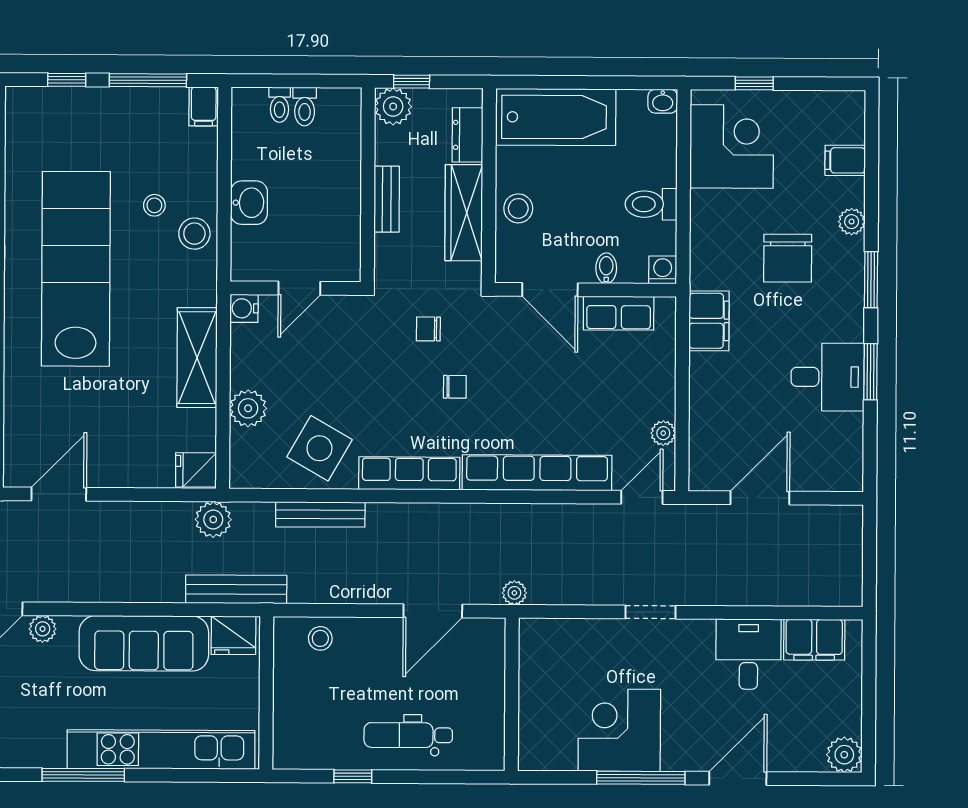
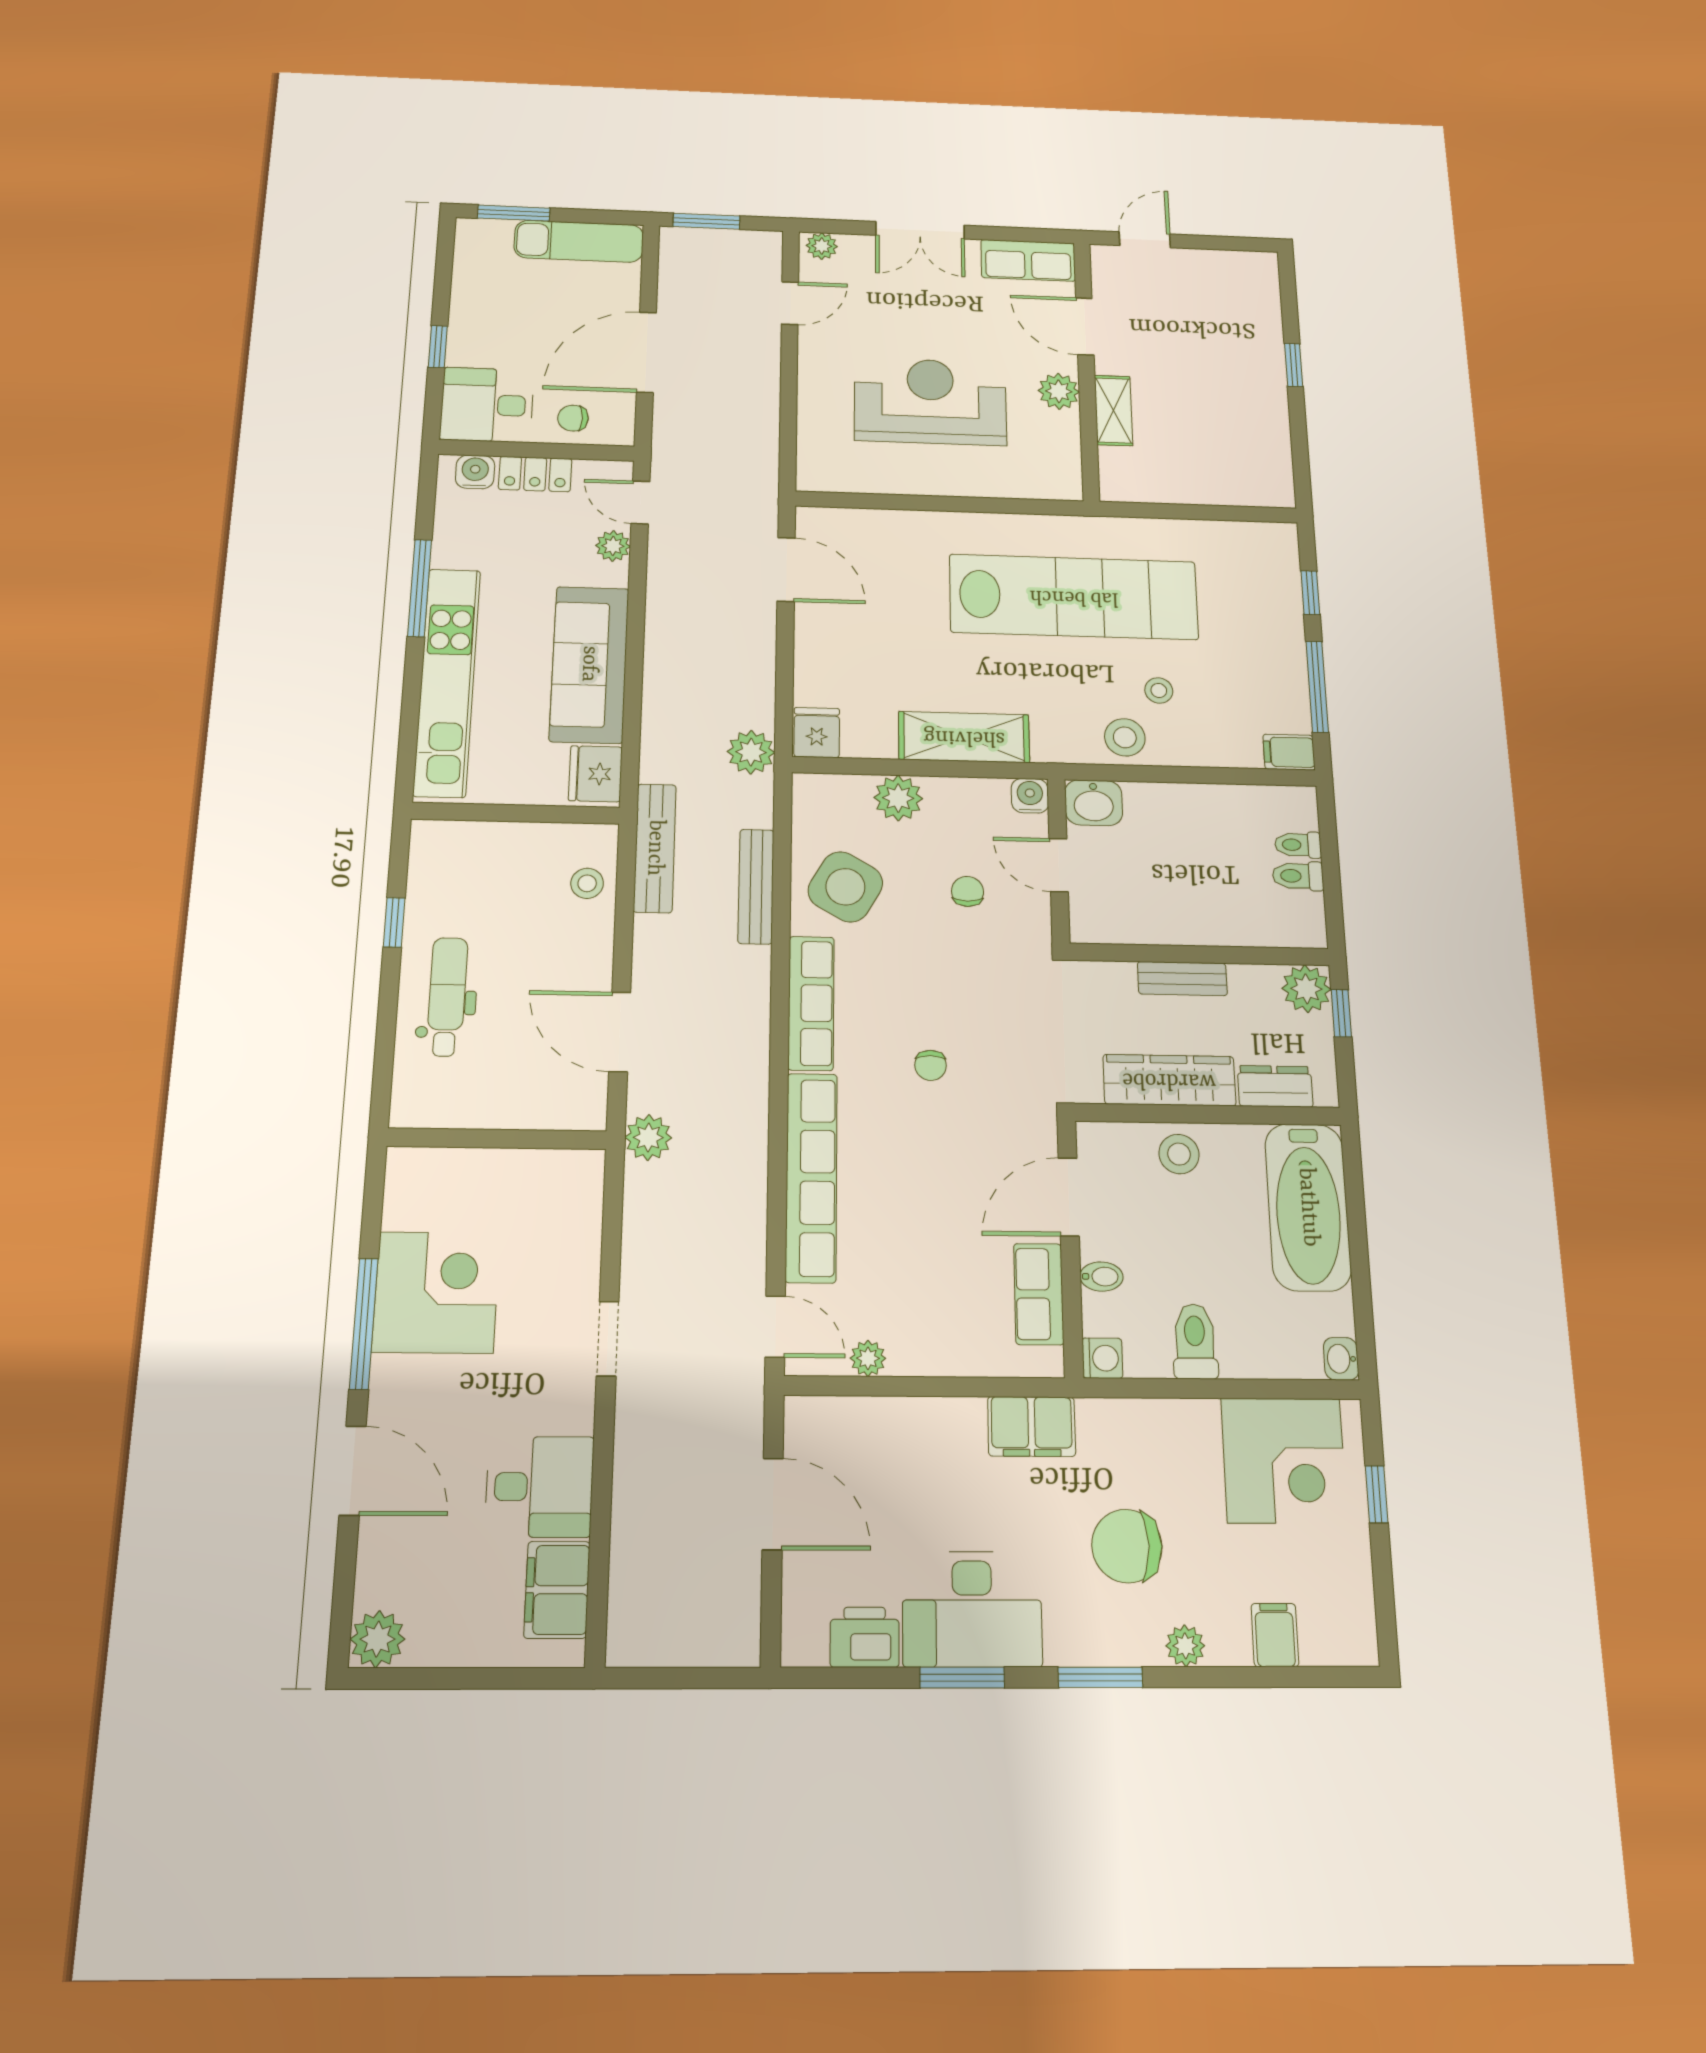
washbasin: (249, 203) -> (1094, 803), moved
chair: (428, 329) -> (968, 891), moved
desk: (828, 377) -> (972, 1609), width x1.37
printer: (845, 436) -> (865, 1637), added
bench: (236, 589) -> (655, 848), moved
plant: (514, 593) -> (648, 1138), width x1.38, depth x1.38

